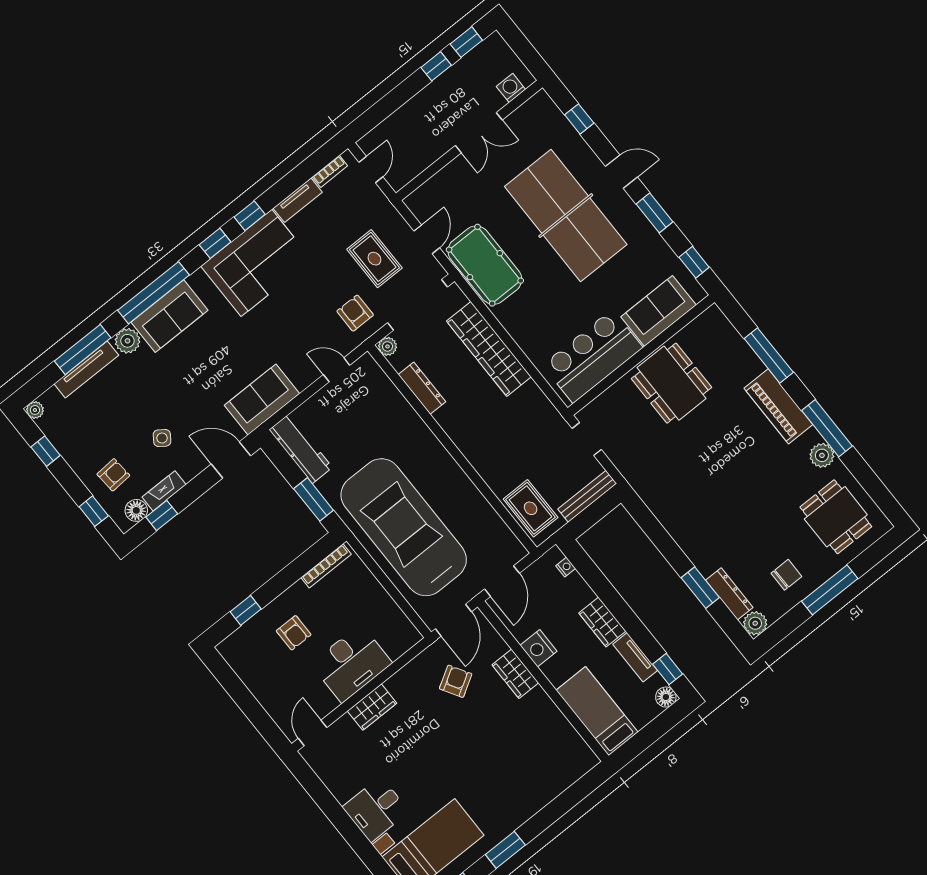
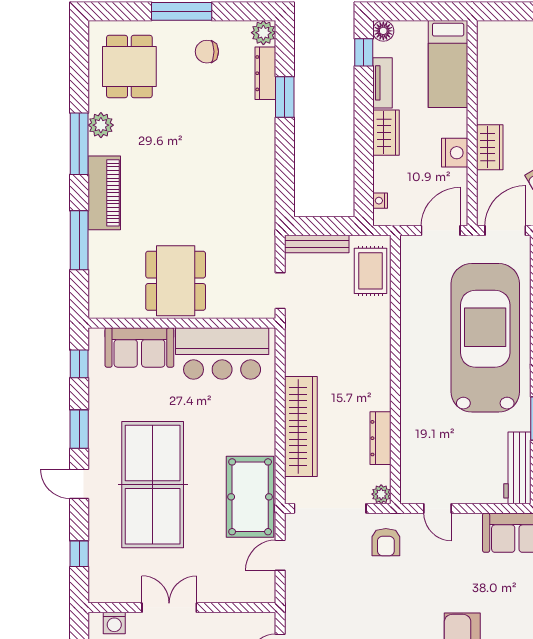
rug: (374, 259) -> (335, 574), removed
car: (404, 527) -> (485, 338), turned 180

